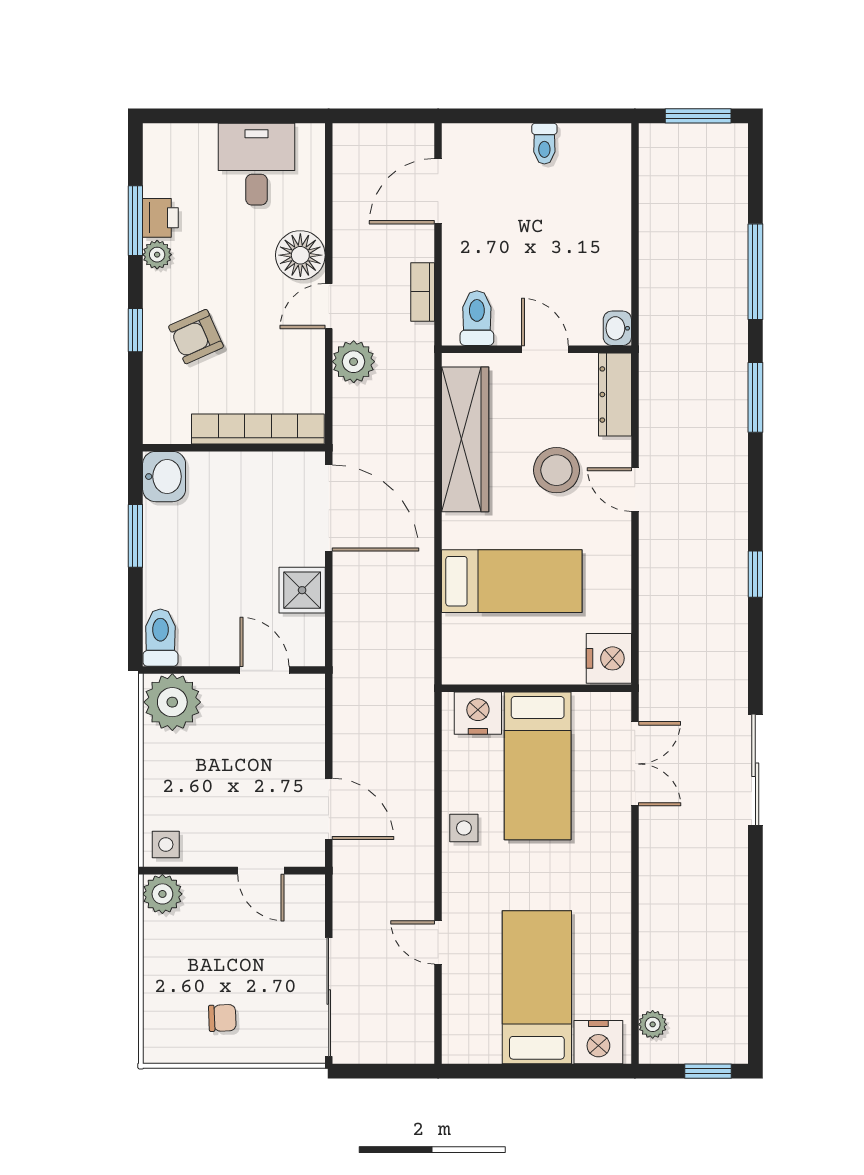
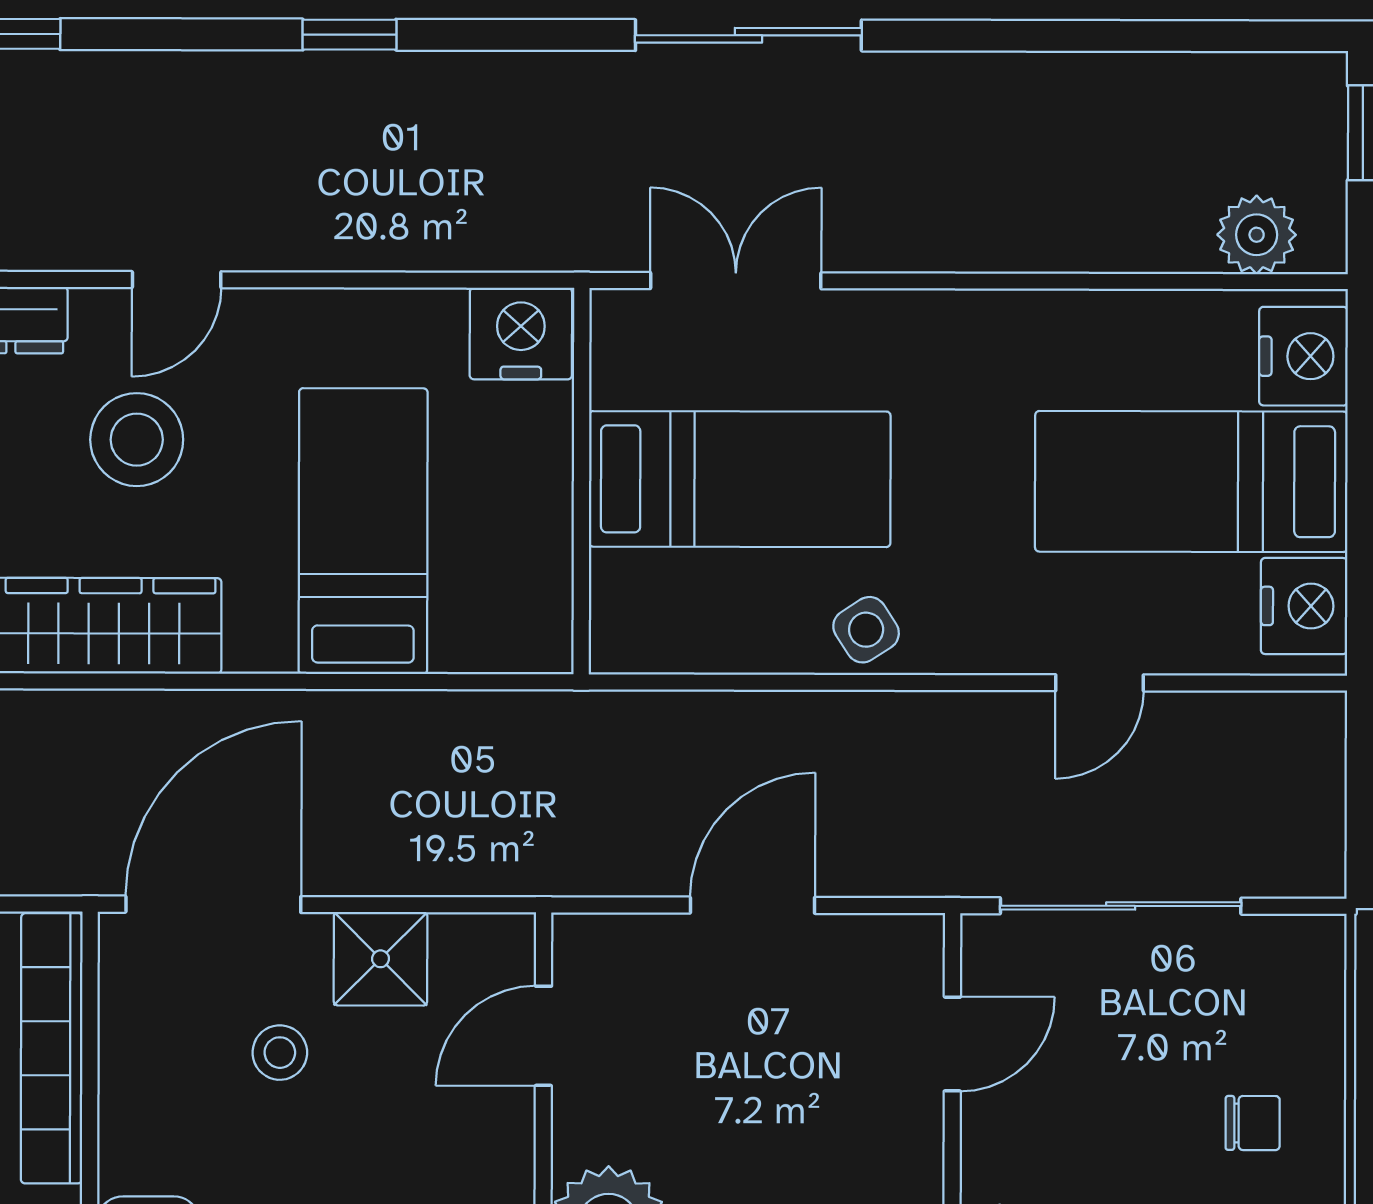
stool: (256, 541) -> (280, 1053), added
nightstand: (478, 713) -> (1304, 606), moved, turned 180
door: (329, 809) -> (752, 905), moved
side table: (464, 828) -> (866, 630), turned -33
sliding door: (329, 997) -> (1121, 906), moved
chair: (222, 1018) -> (1253, 1123), turned 92
plant: (653, 1024) -> (1257, 235), width x1.38, depth x1.38

